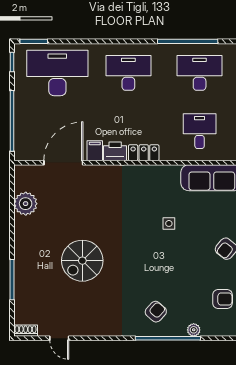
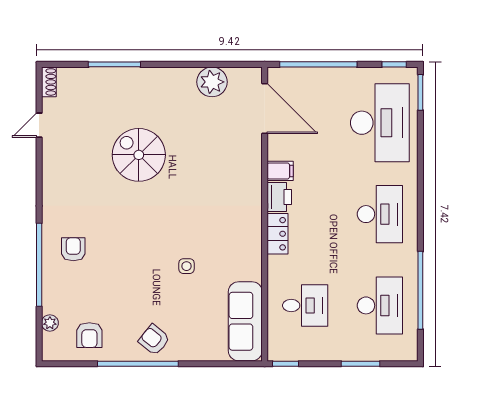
door: (63, 163) -> (265, 109), moved
armchair: (156, 312) -> (73, 249), turned -132
plant: (194, 330) -> (50, 323), moved

